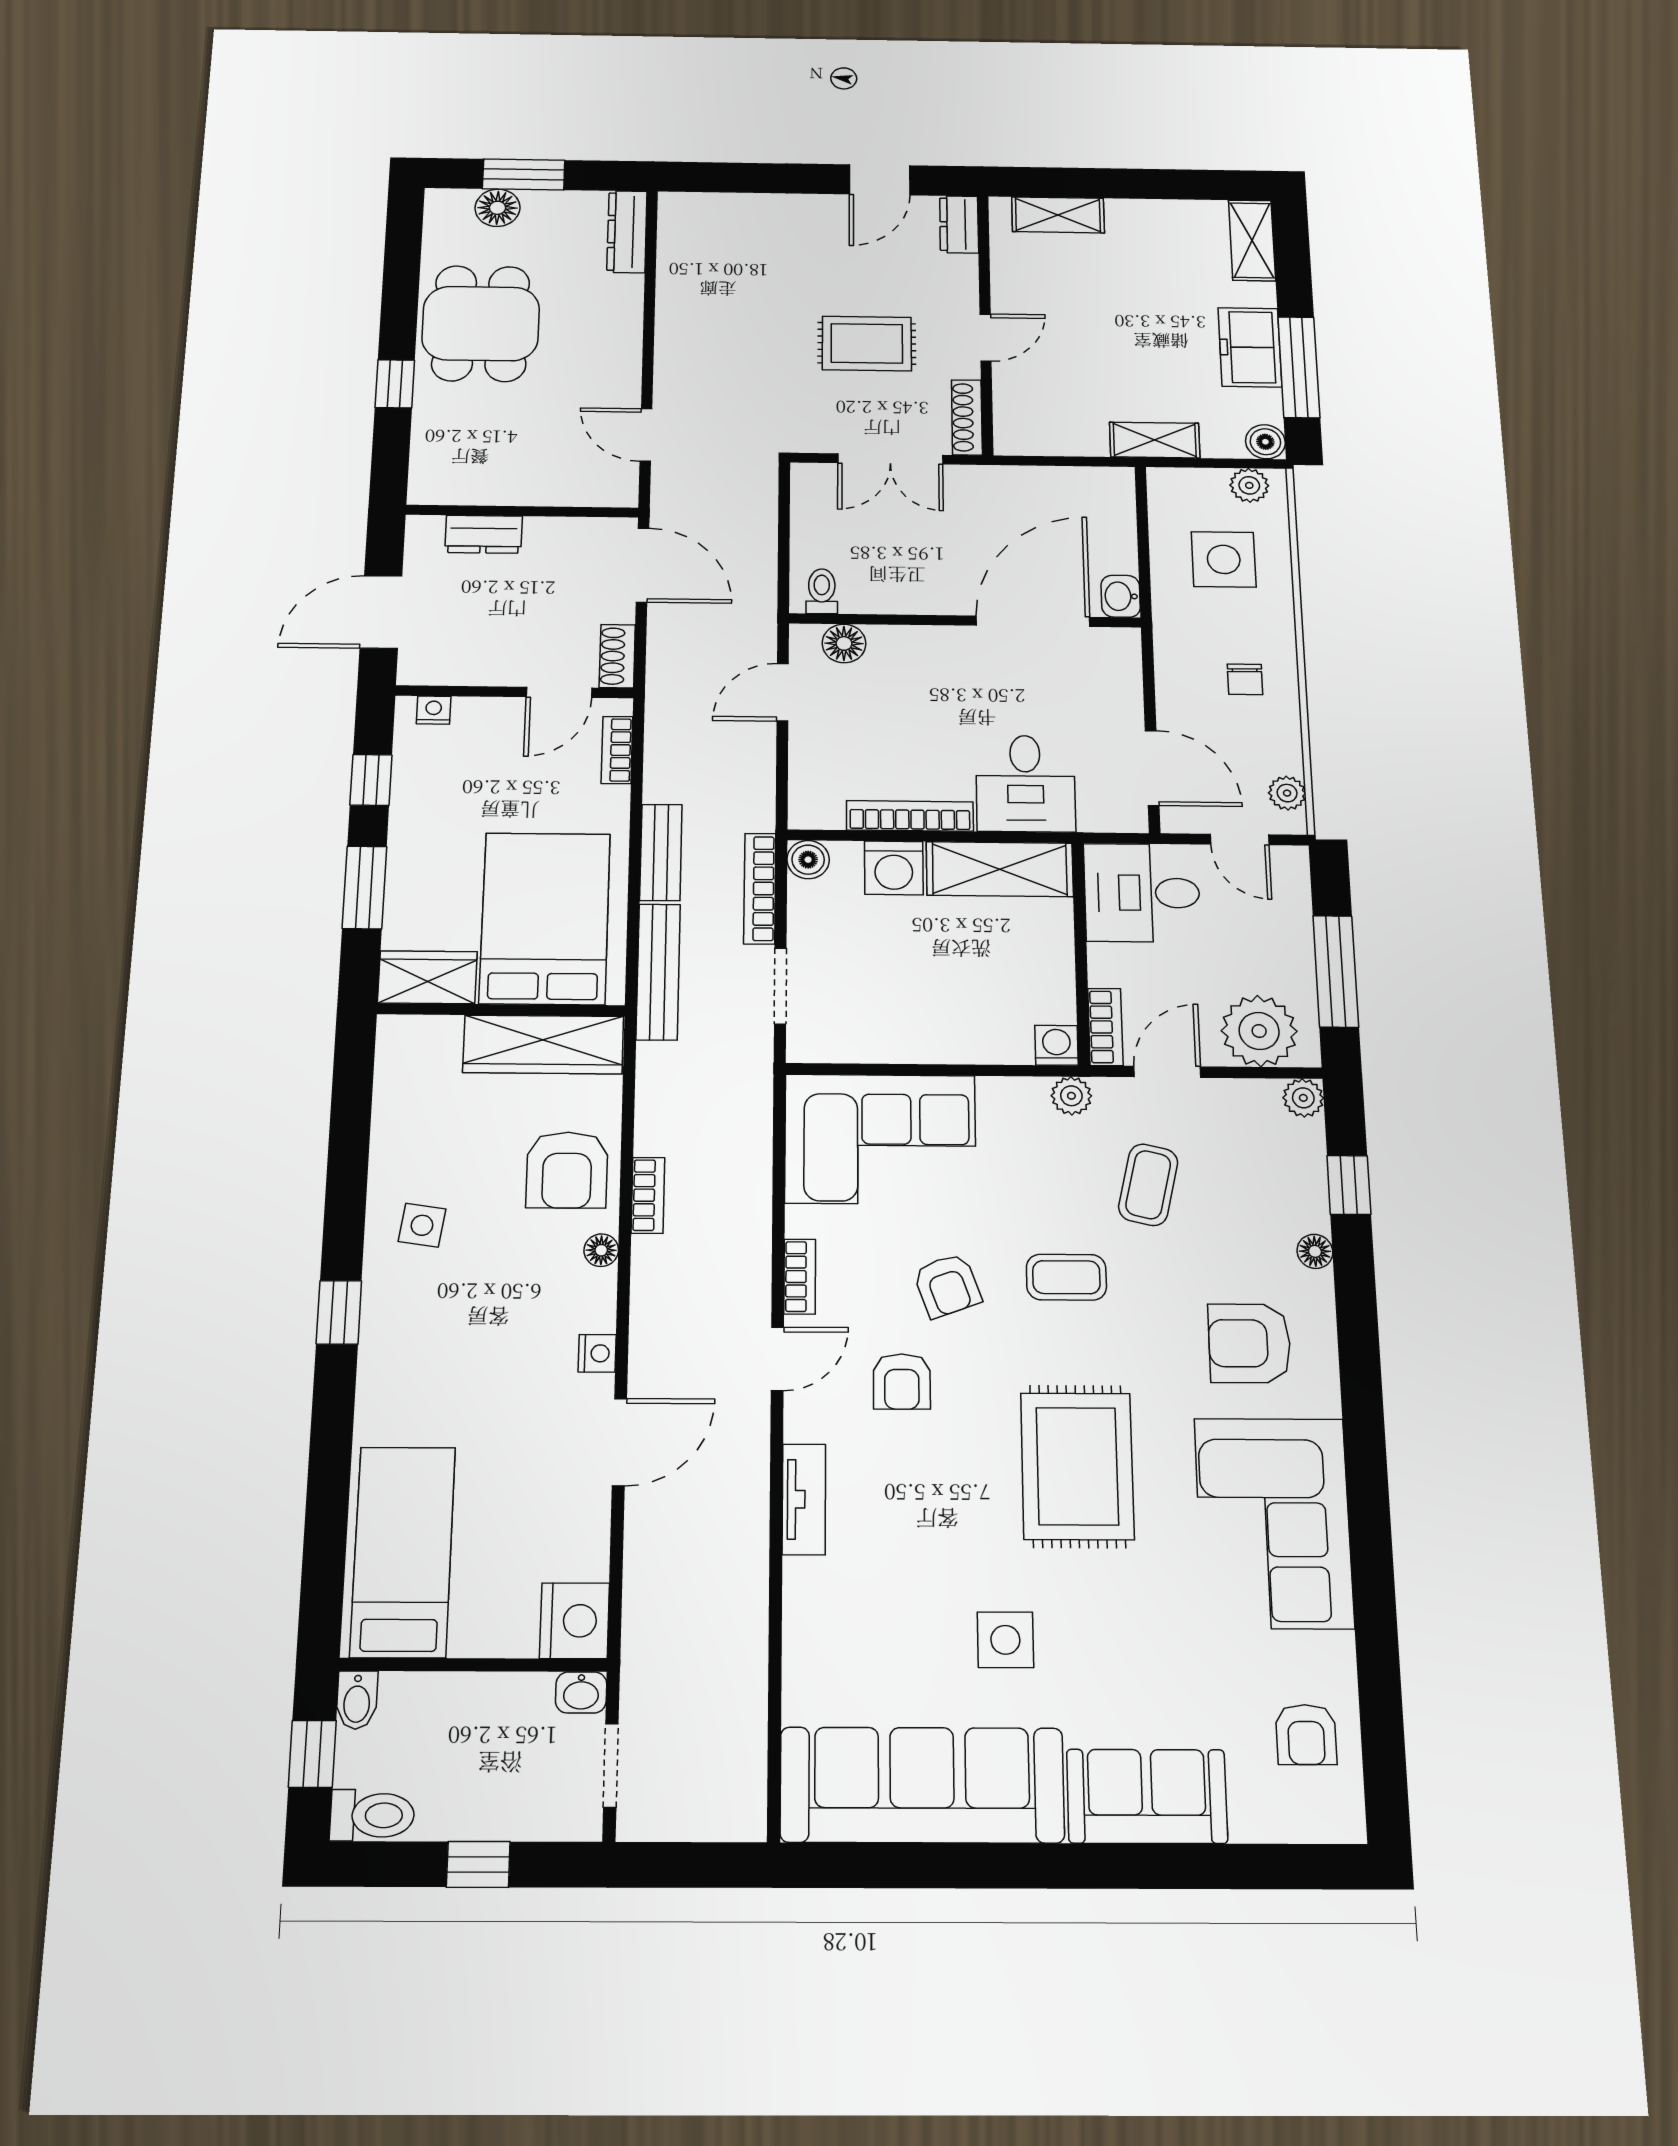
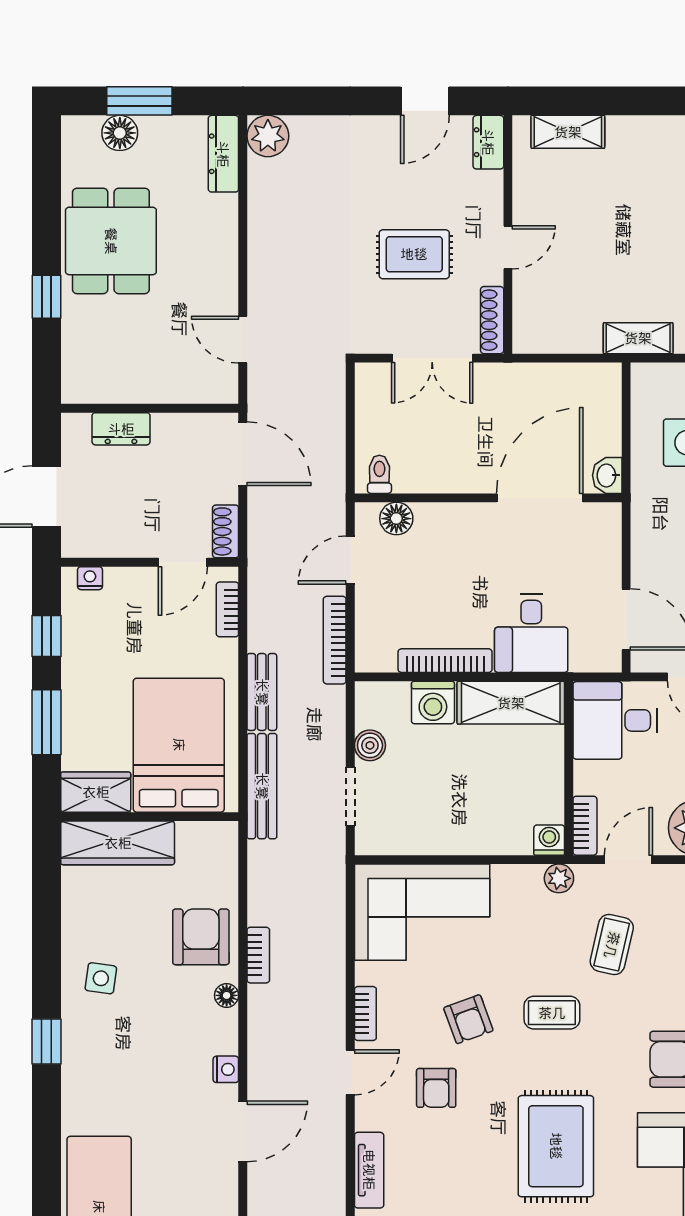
plant: (683, 214) -> (268, 136), added
boiler: (808, 860) -> (370, 745), moved
bookcase: (760, 888) -> (335, 640), moved
wardrobe: (543, 1044) -> (118, 843), moved
armchair: (567, 1170) -> (201, 937), turned 180

